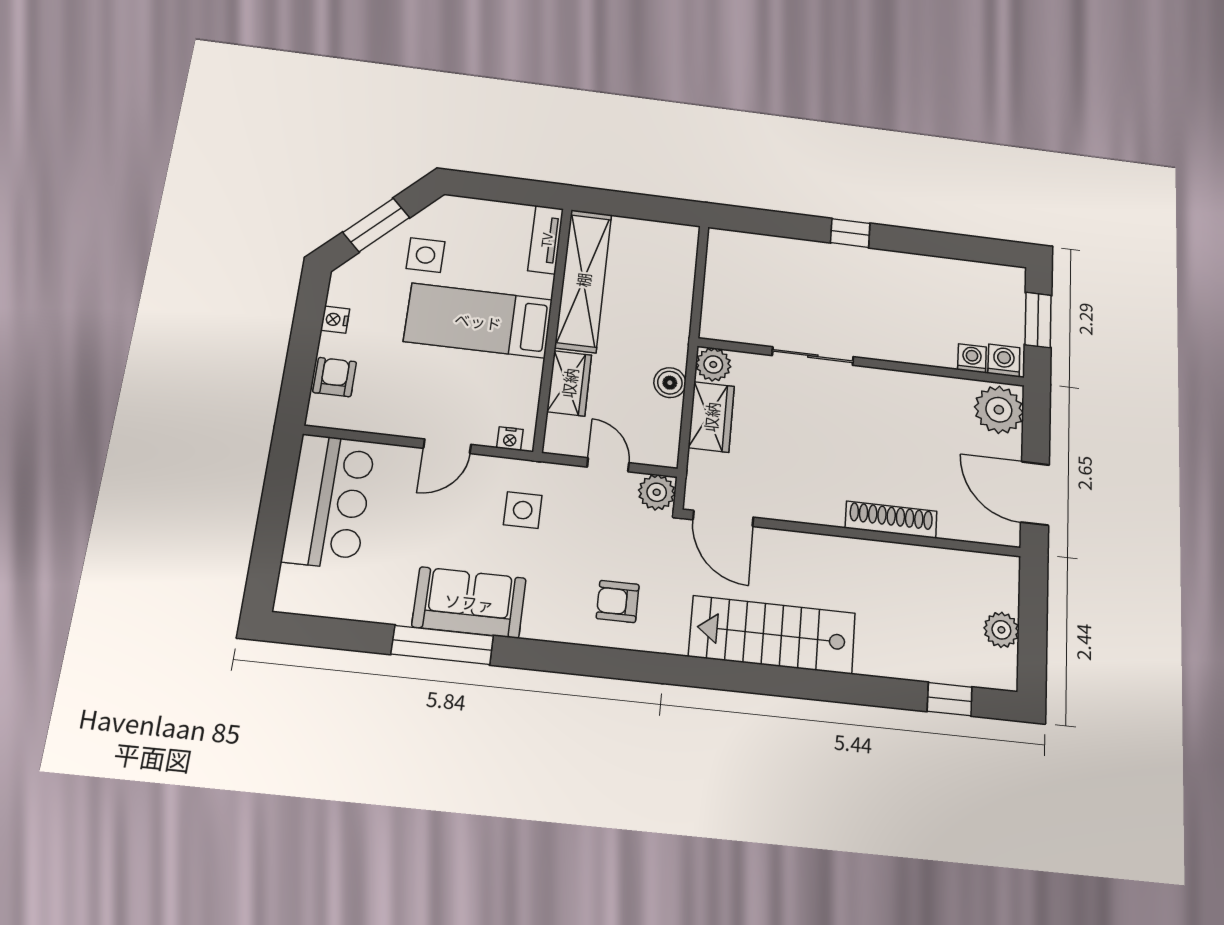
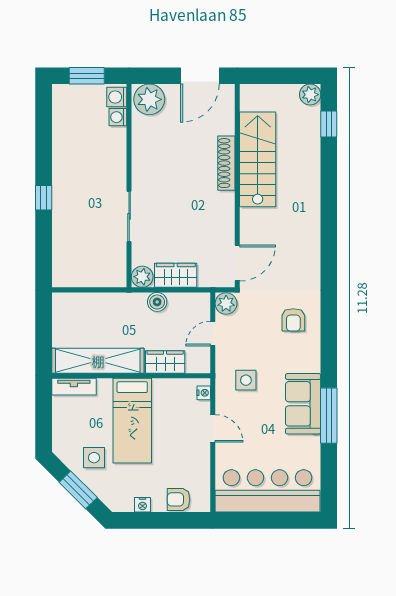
bar counter: (329, 501) -> (267, 491), width x1.36
plant: (1001, 630) -> (310, 95), moved
stairs: (772, 635) -> (258, 159), moved, turned 180

